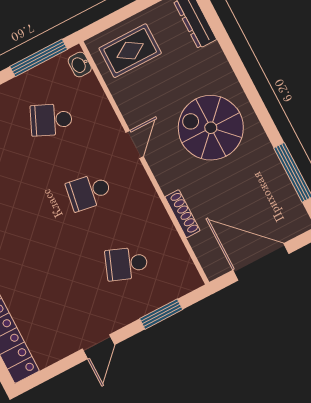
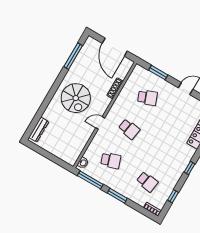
rug: (130, 51) -> (66, 147), removed
school desk: (51, 120) -> (111, 160), turned -42
school desk: (126, 264) -> (147, 98), turned -42

